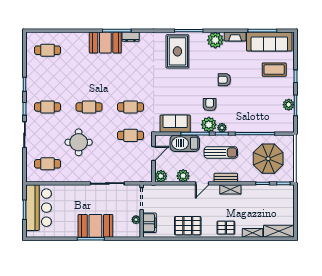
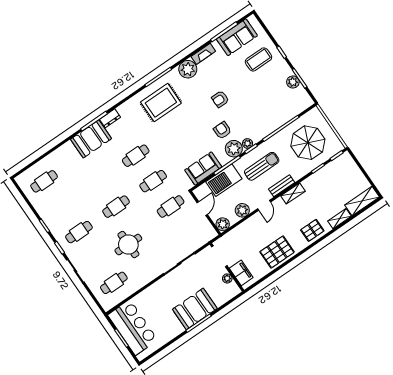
sofa: (269, 41) -> (237, 37), width x0.73
rug: (177, 51) -> (161, 103), turned 90
cafe table: (131, 79) -> (136, 156), added

